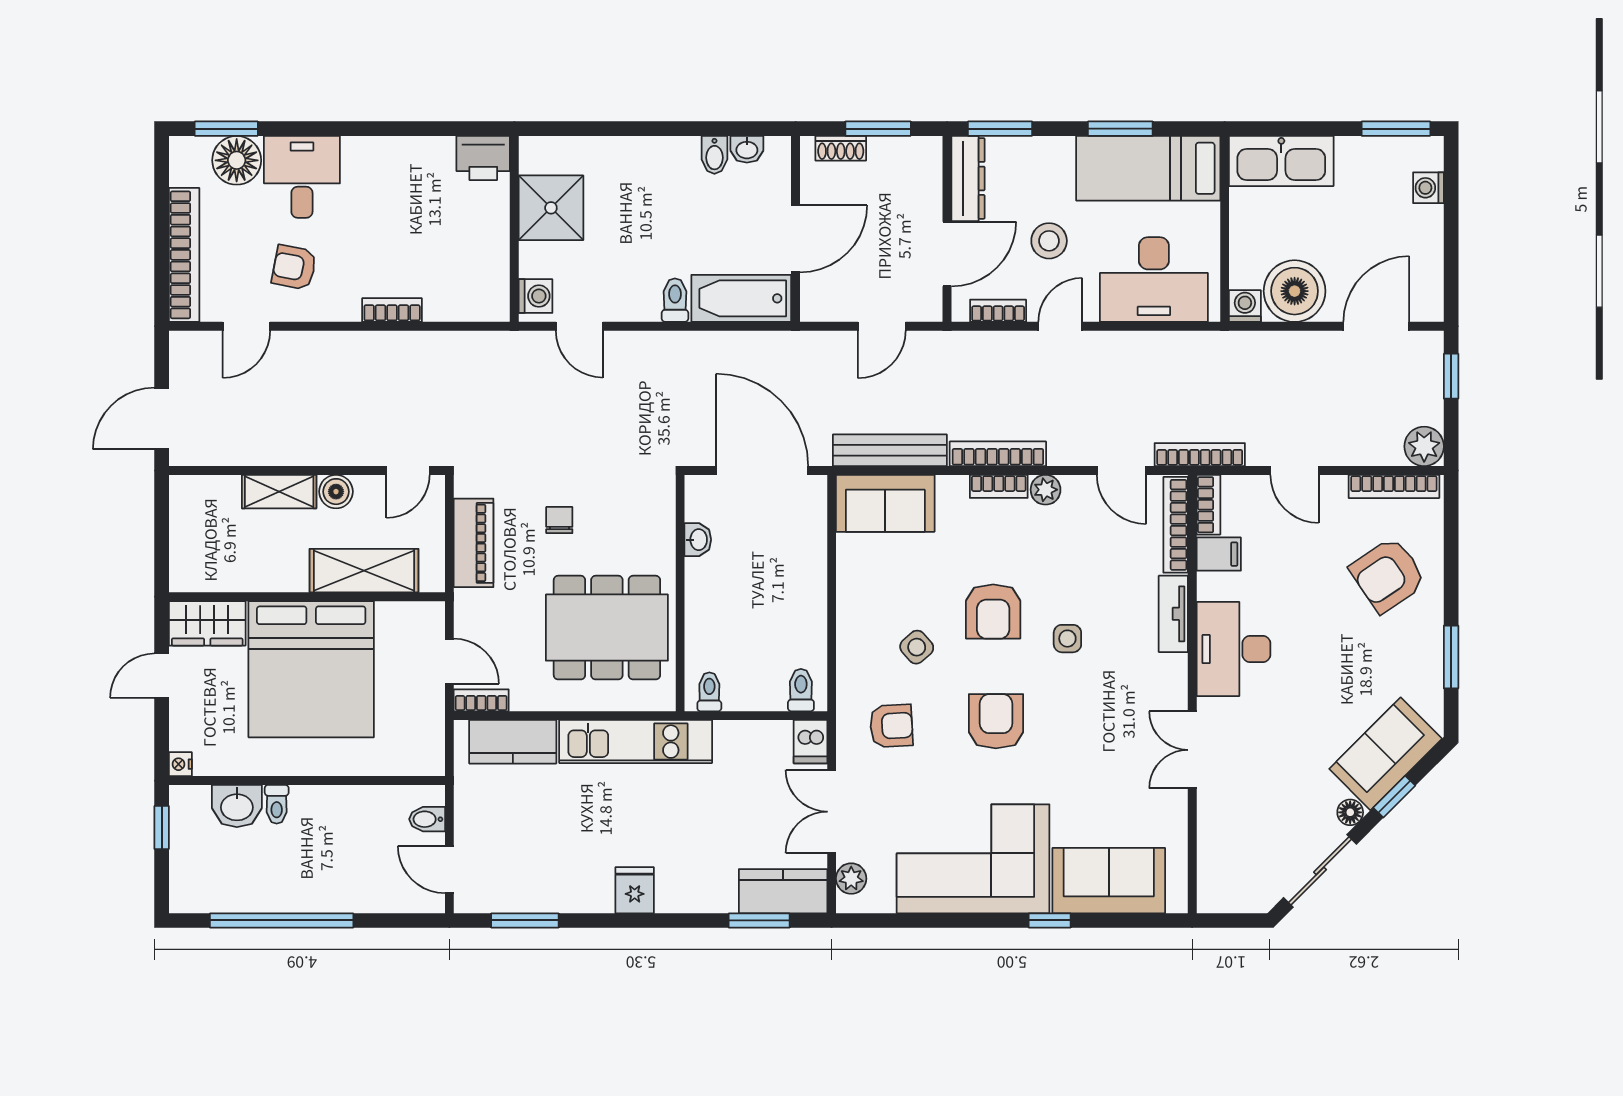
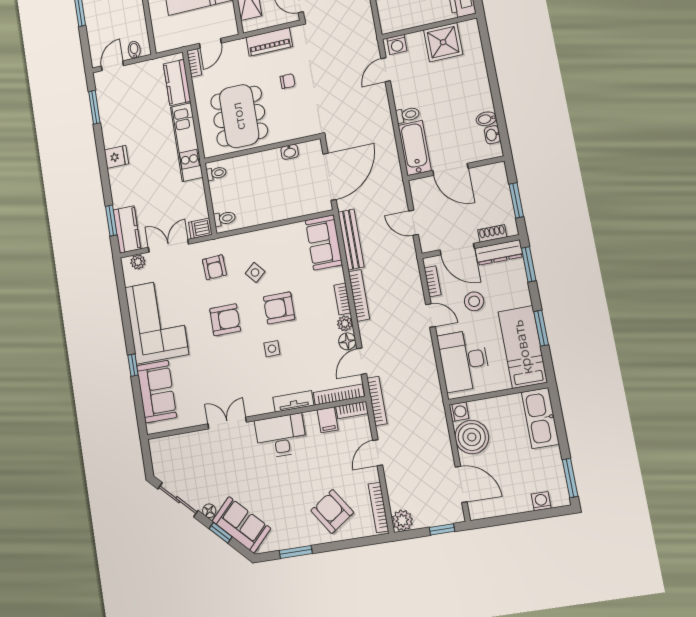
shoe rack: (841, 148) -> (492, 233), moved, turned 90
floor lamp: (1080, 491) -> (347, 341), added

